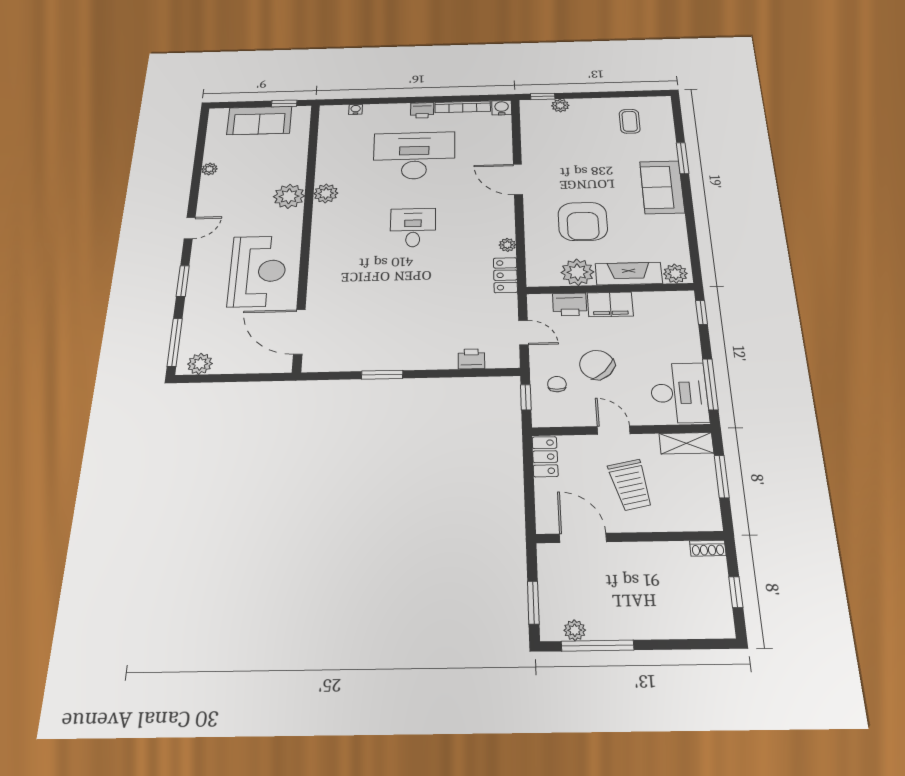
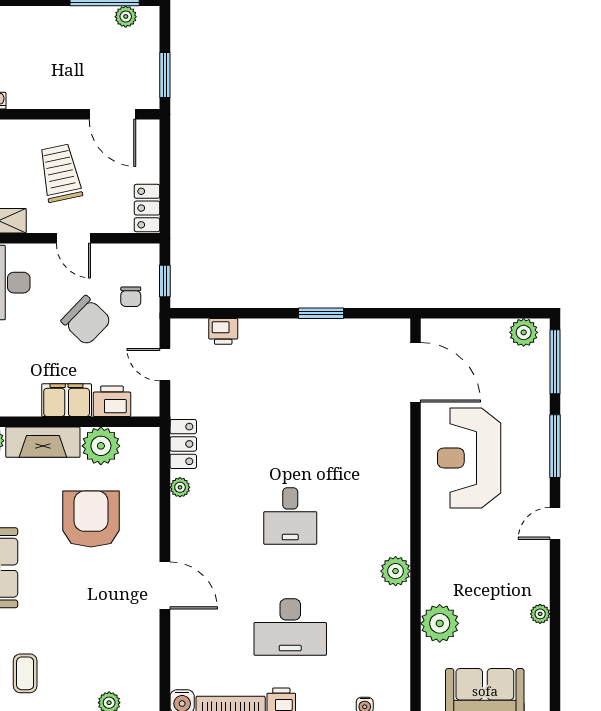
desk: (414, 156) -> (290, 627), width x0.73, depth x0.77
plant: (289, 196) -> (440, 623), moved
window: (183, 281) -> (555, 446), width x1.44
window: (533, 603) -> (165, 75), moved

